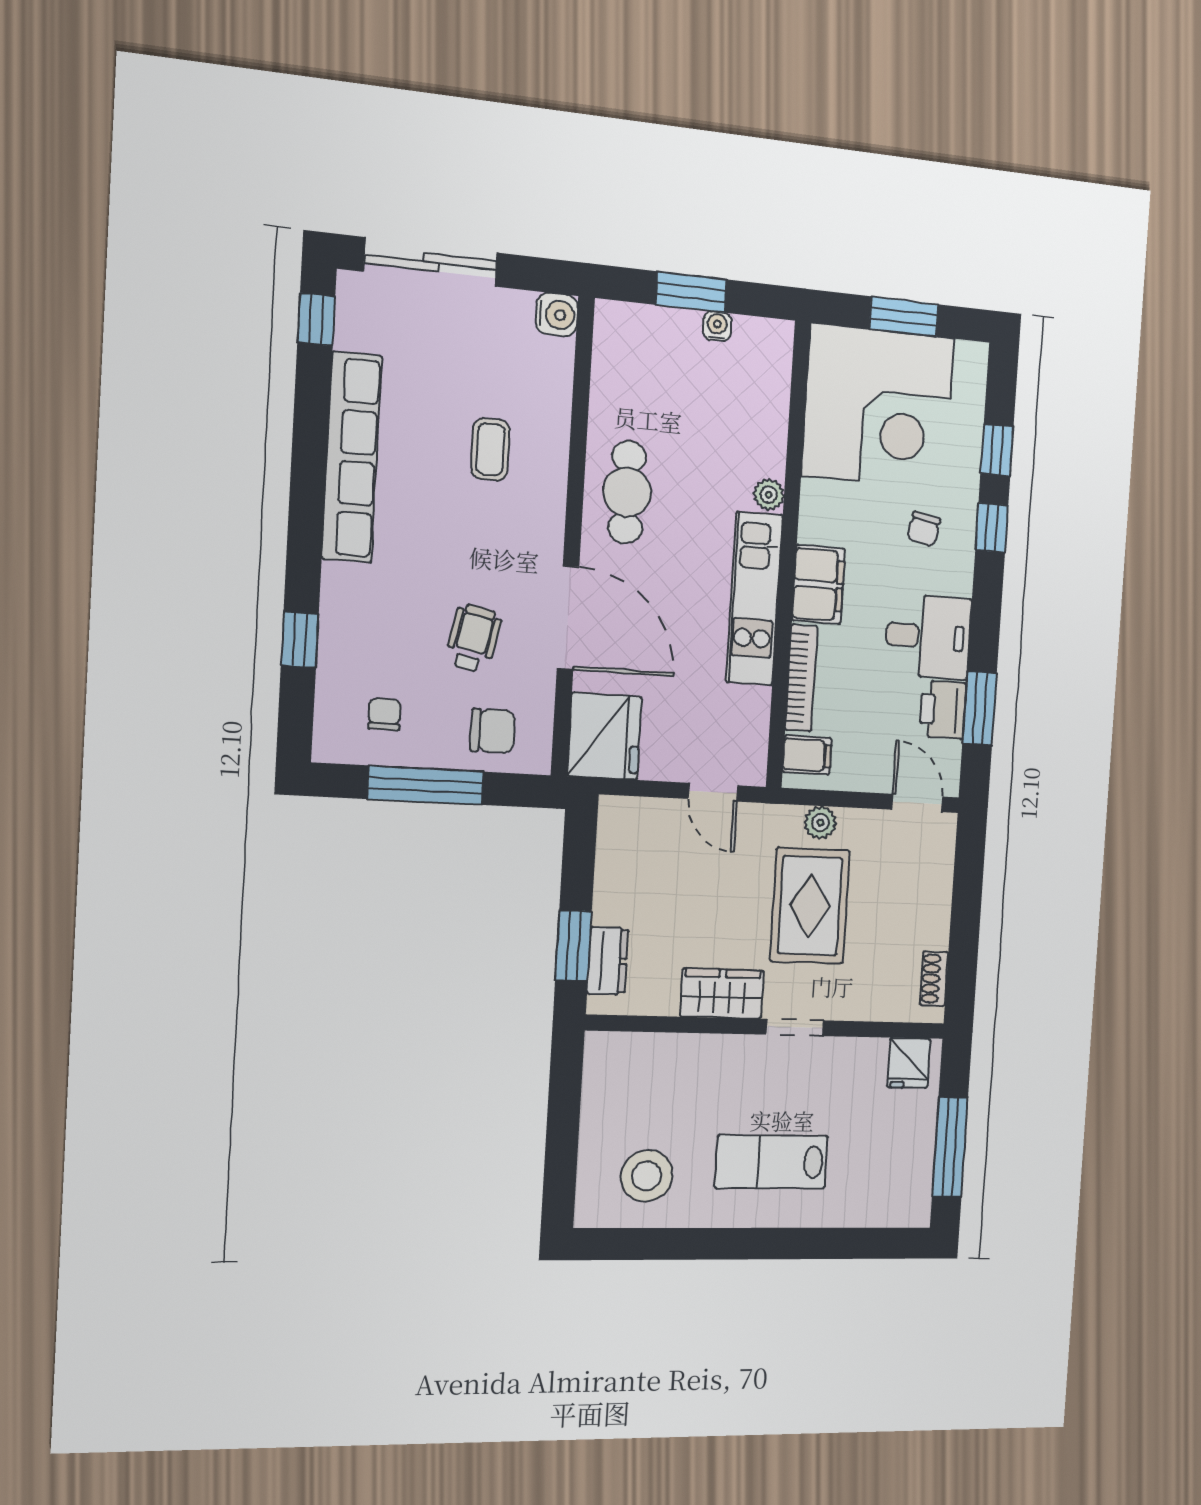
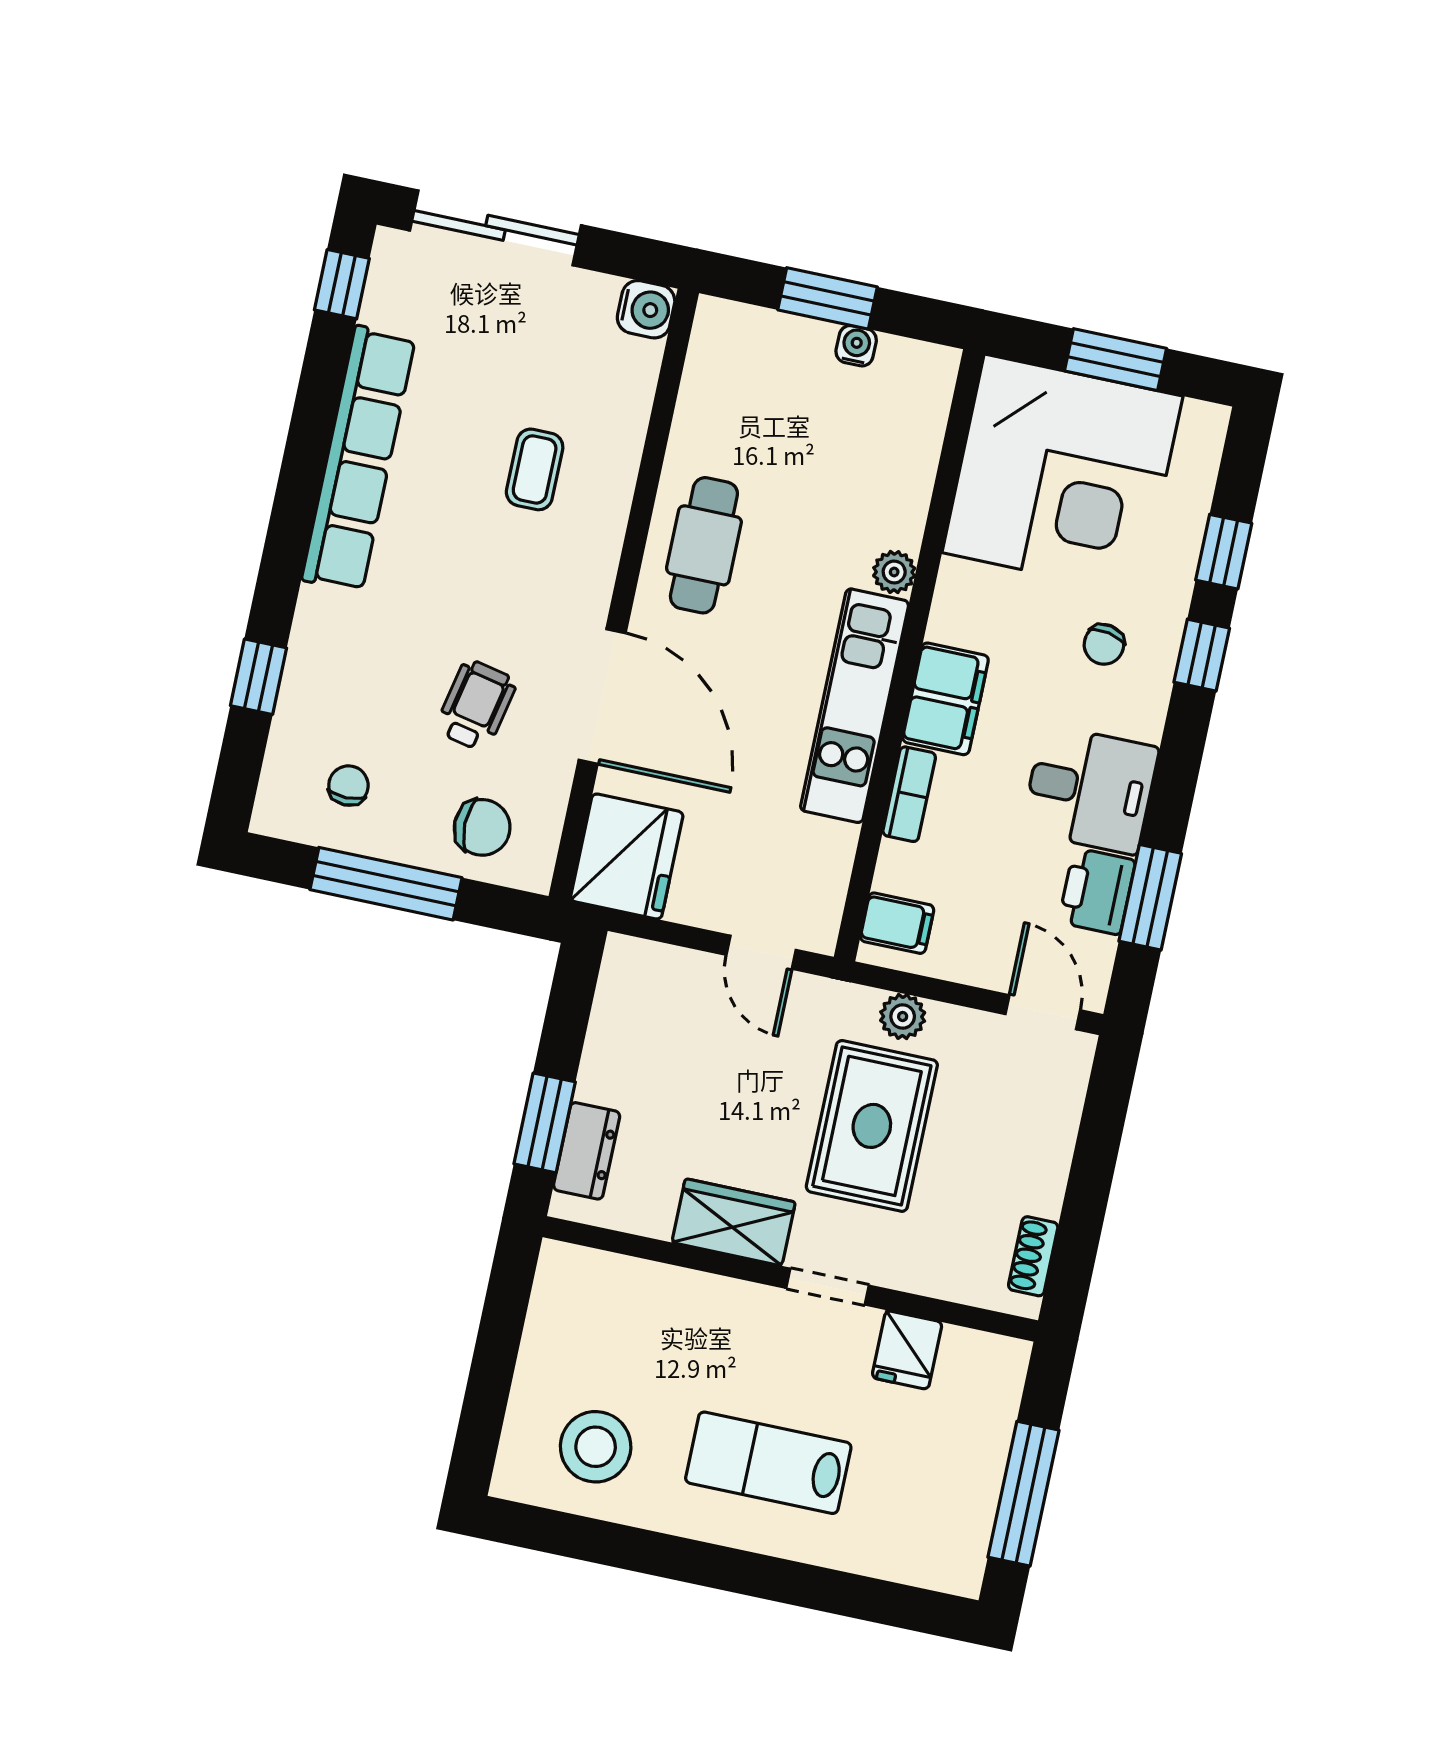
bookcase: (801, 678) -> (909, 794), width x0.64
fridge: (909, 1063) -> (907, 1350), moved

